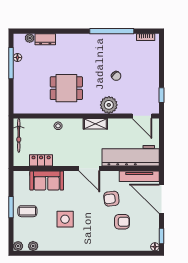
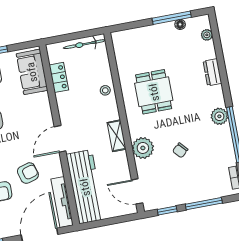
dresser: (45, 39) -> (212, 72), moved
plant: (95, 40) -> (219, 116), added
window: (161, 65) -> (204, 204), added
door: (142, 116) -> (137, 191), hinge flipped
sofa: (47, 181) -> (32, 72), moved
armchair: (111, 199) -> (28, 173), turned 81

